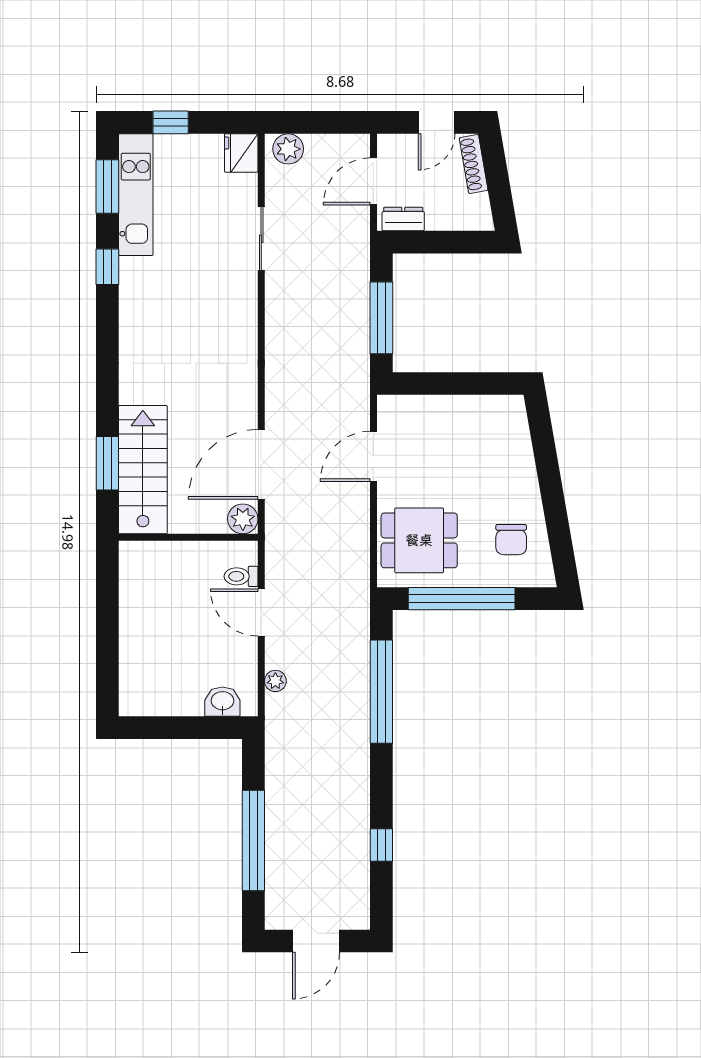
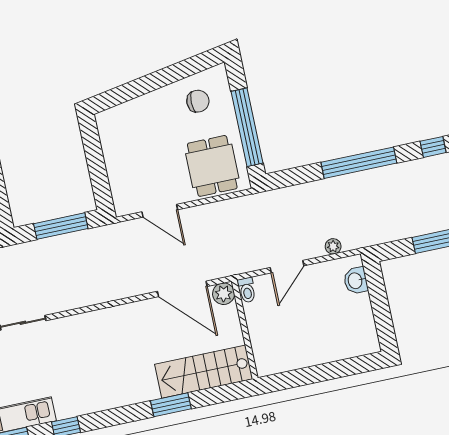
window: (107, 463) -> (171, 405), moved
toilet: (241, 576) -> (247, 290), moved
window: (381, 692) -> (359, 163), moved

